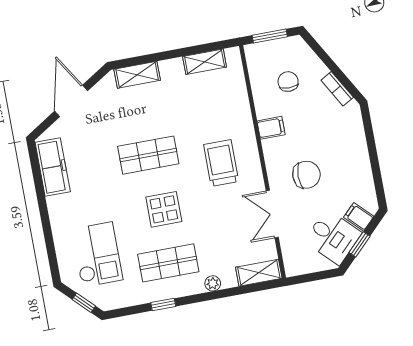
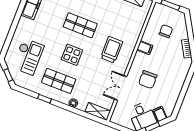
chair: (306, 175) -> (148, 80), turned 89

